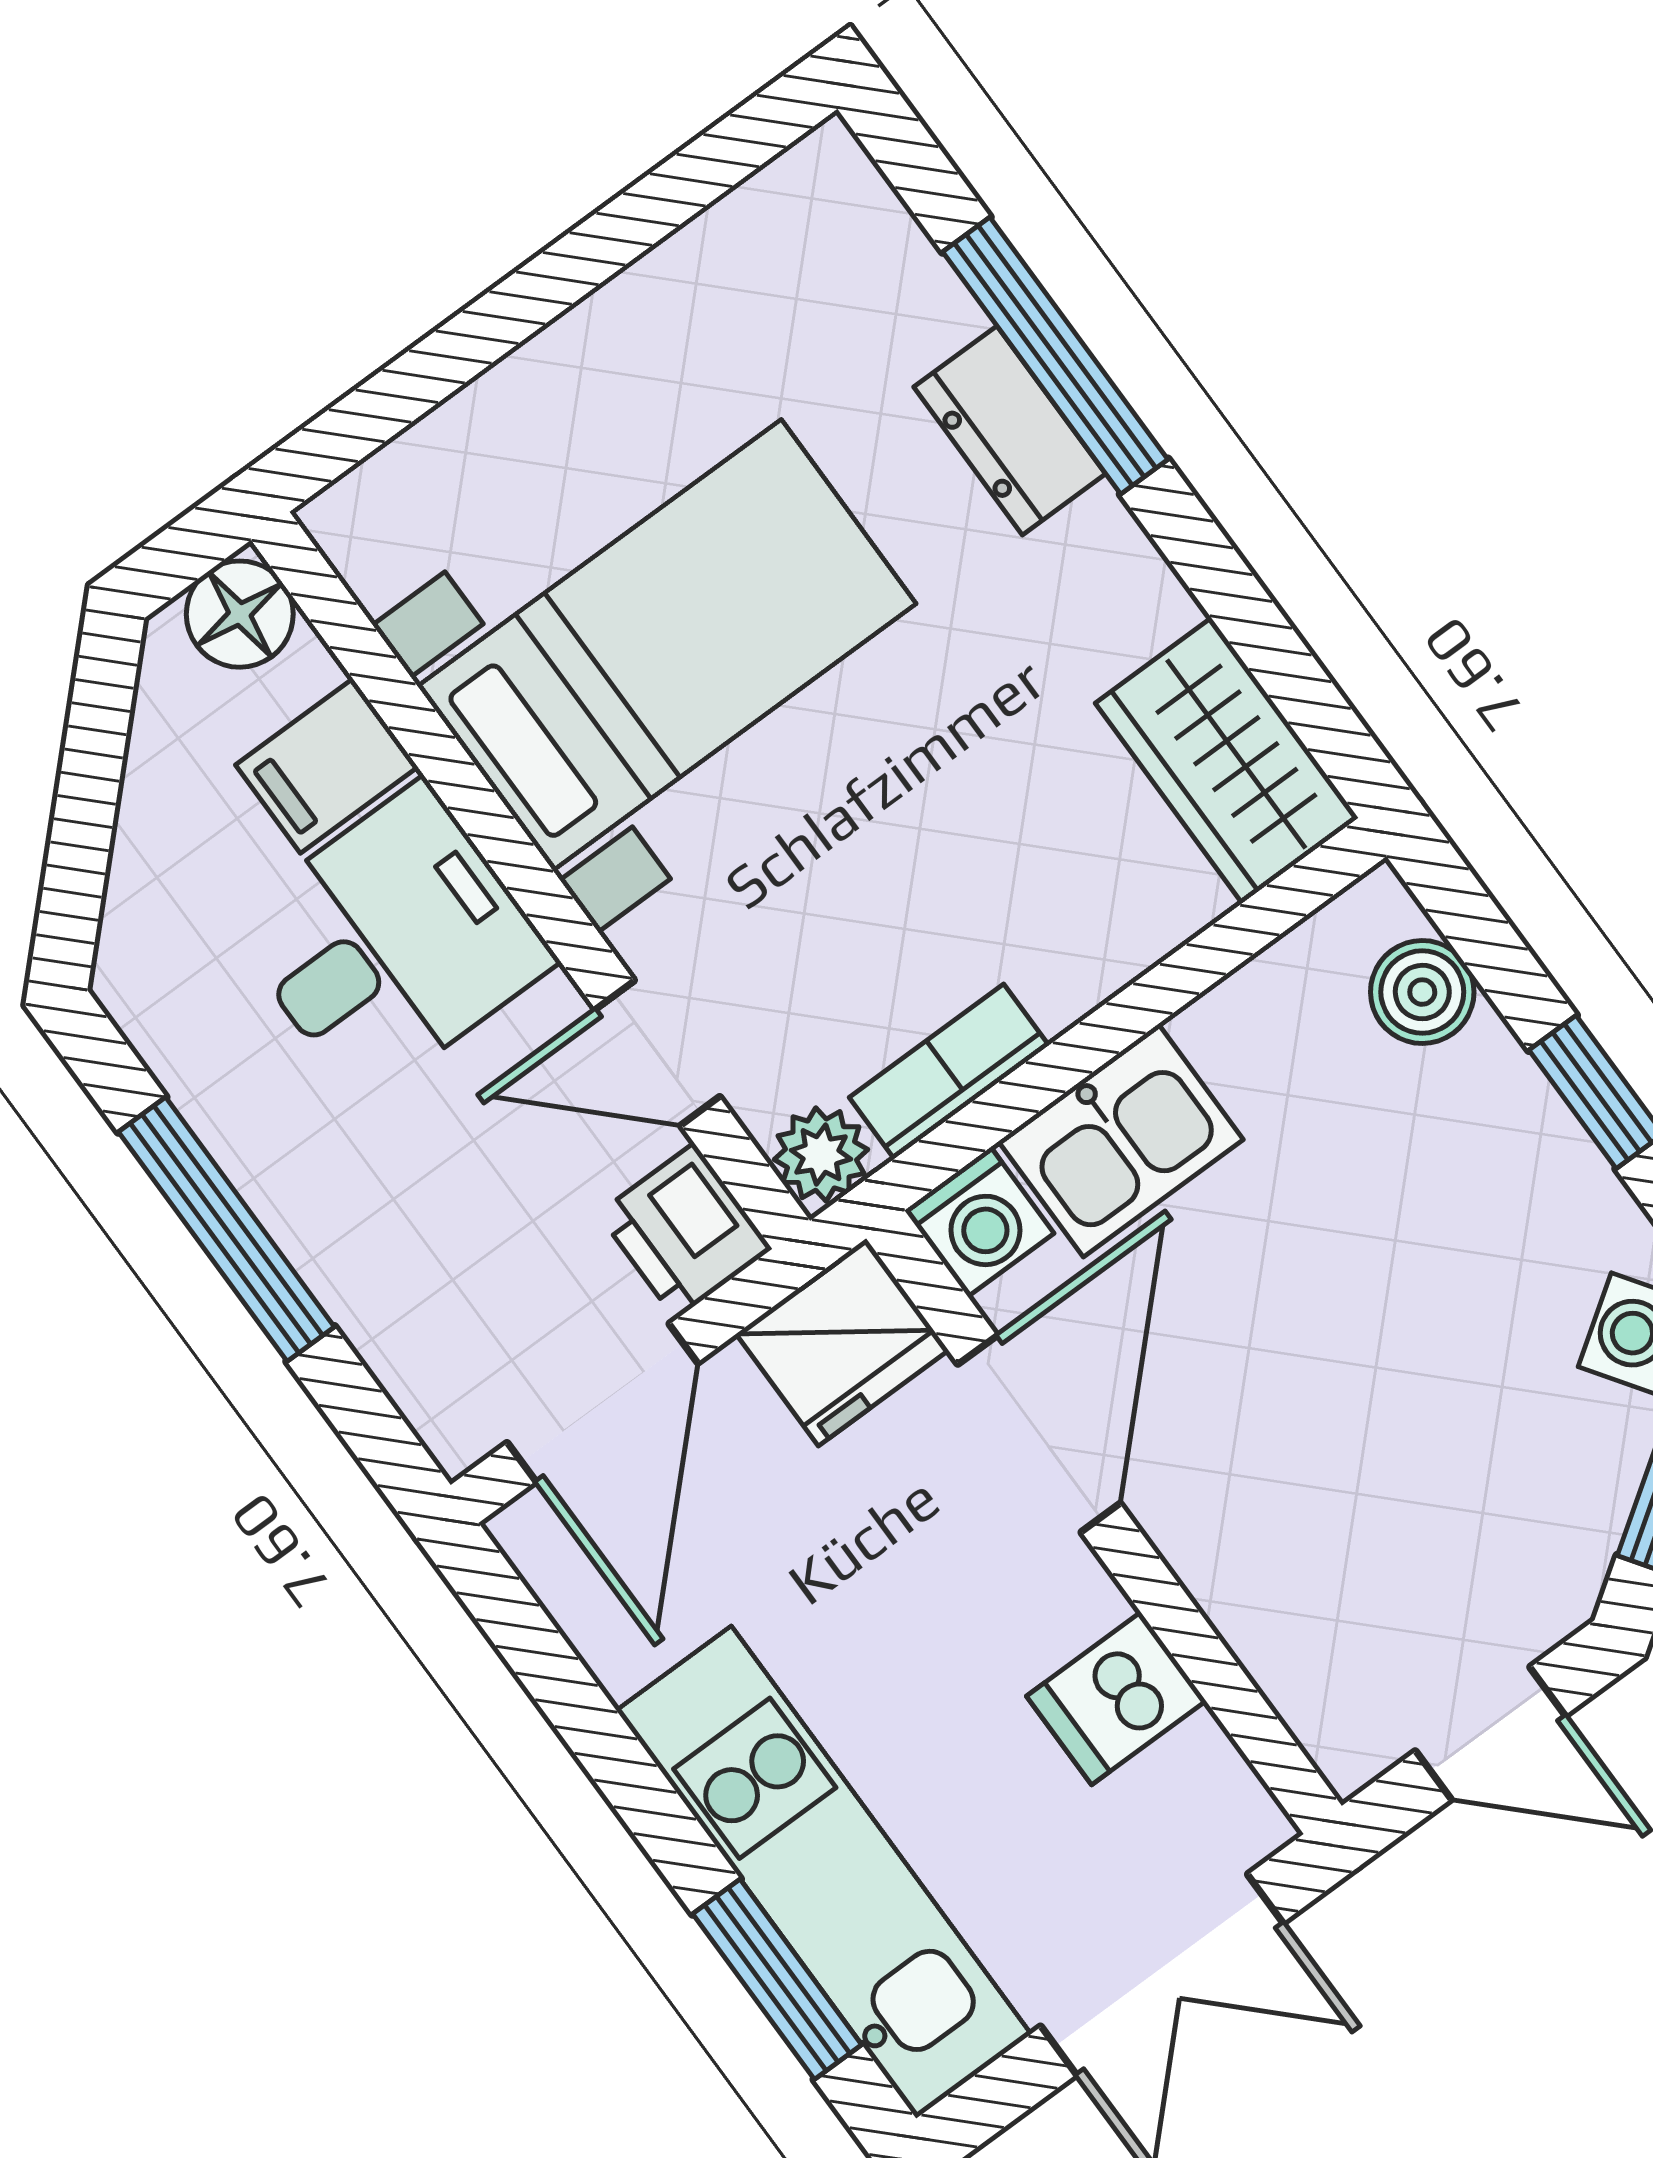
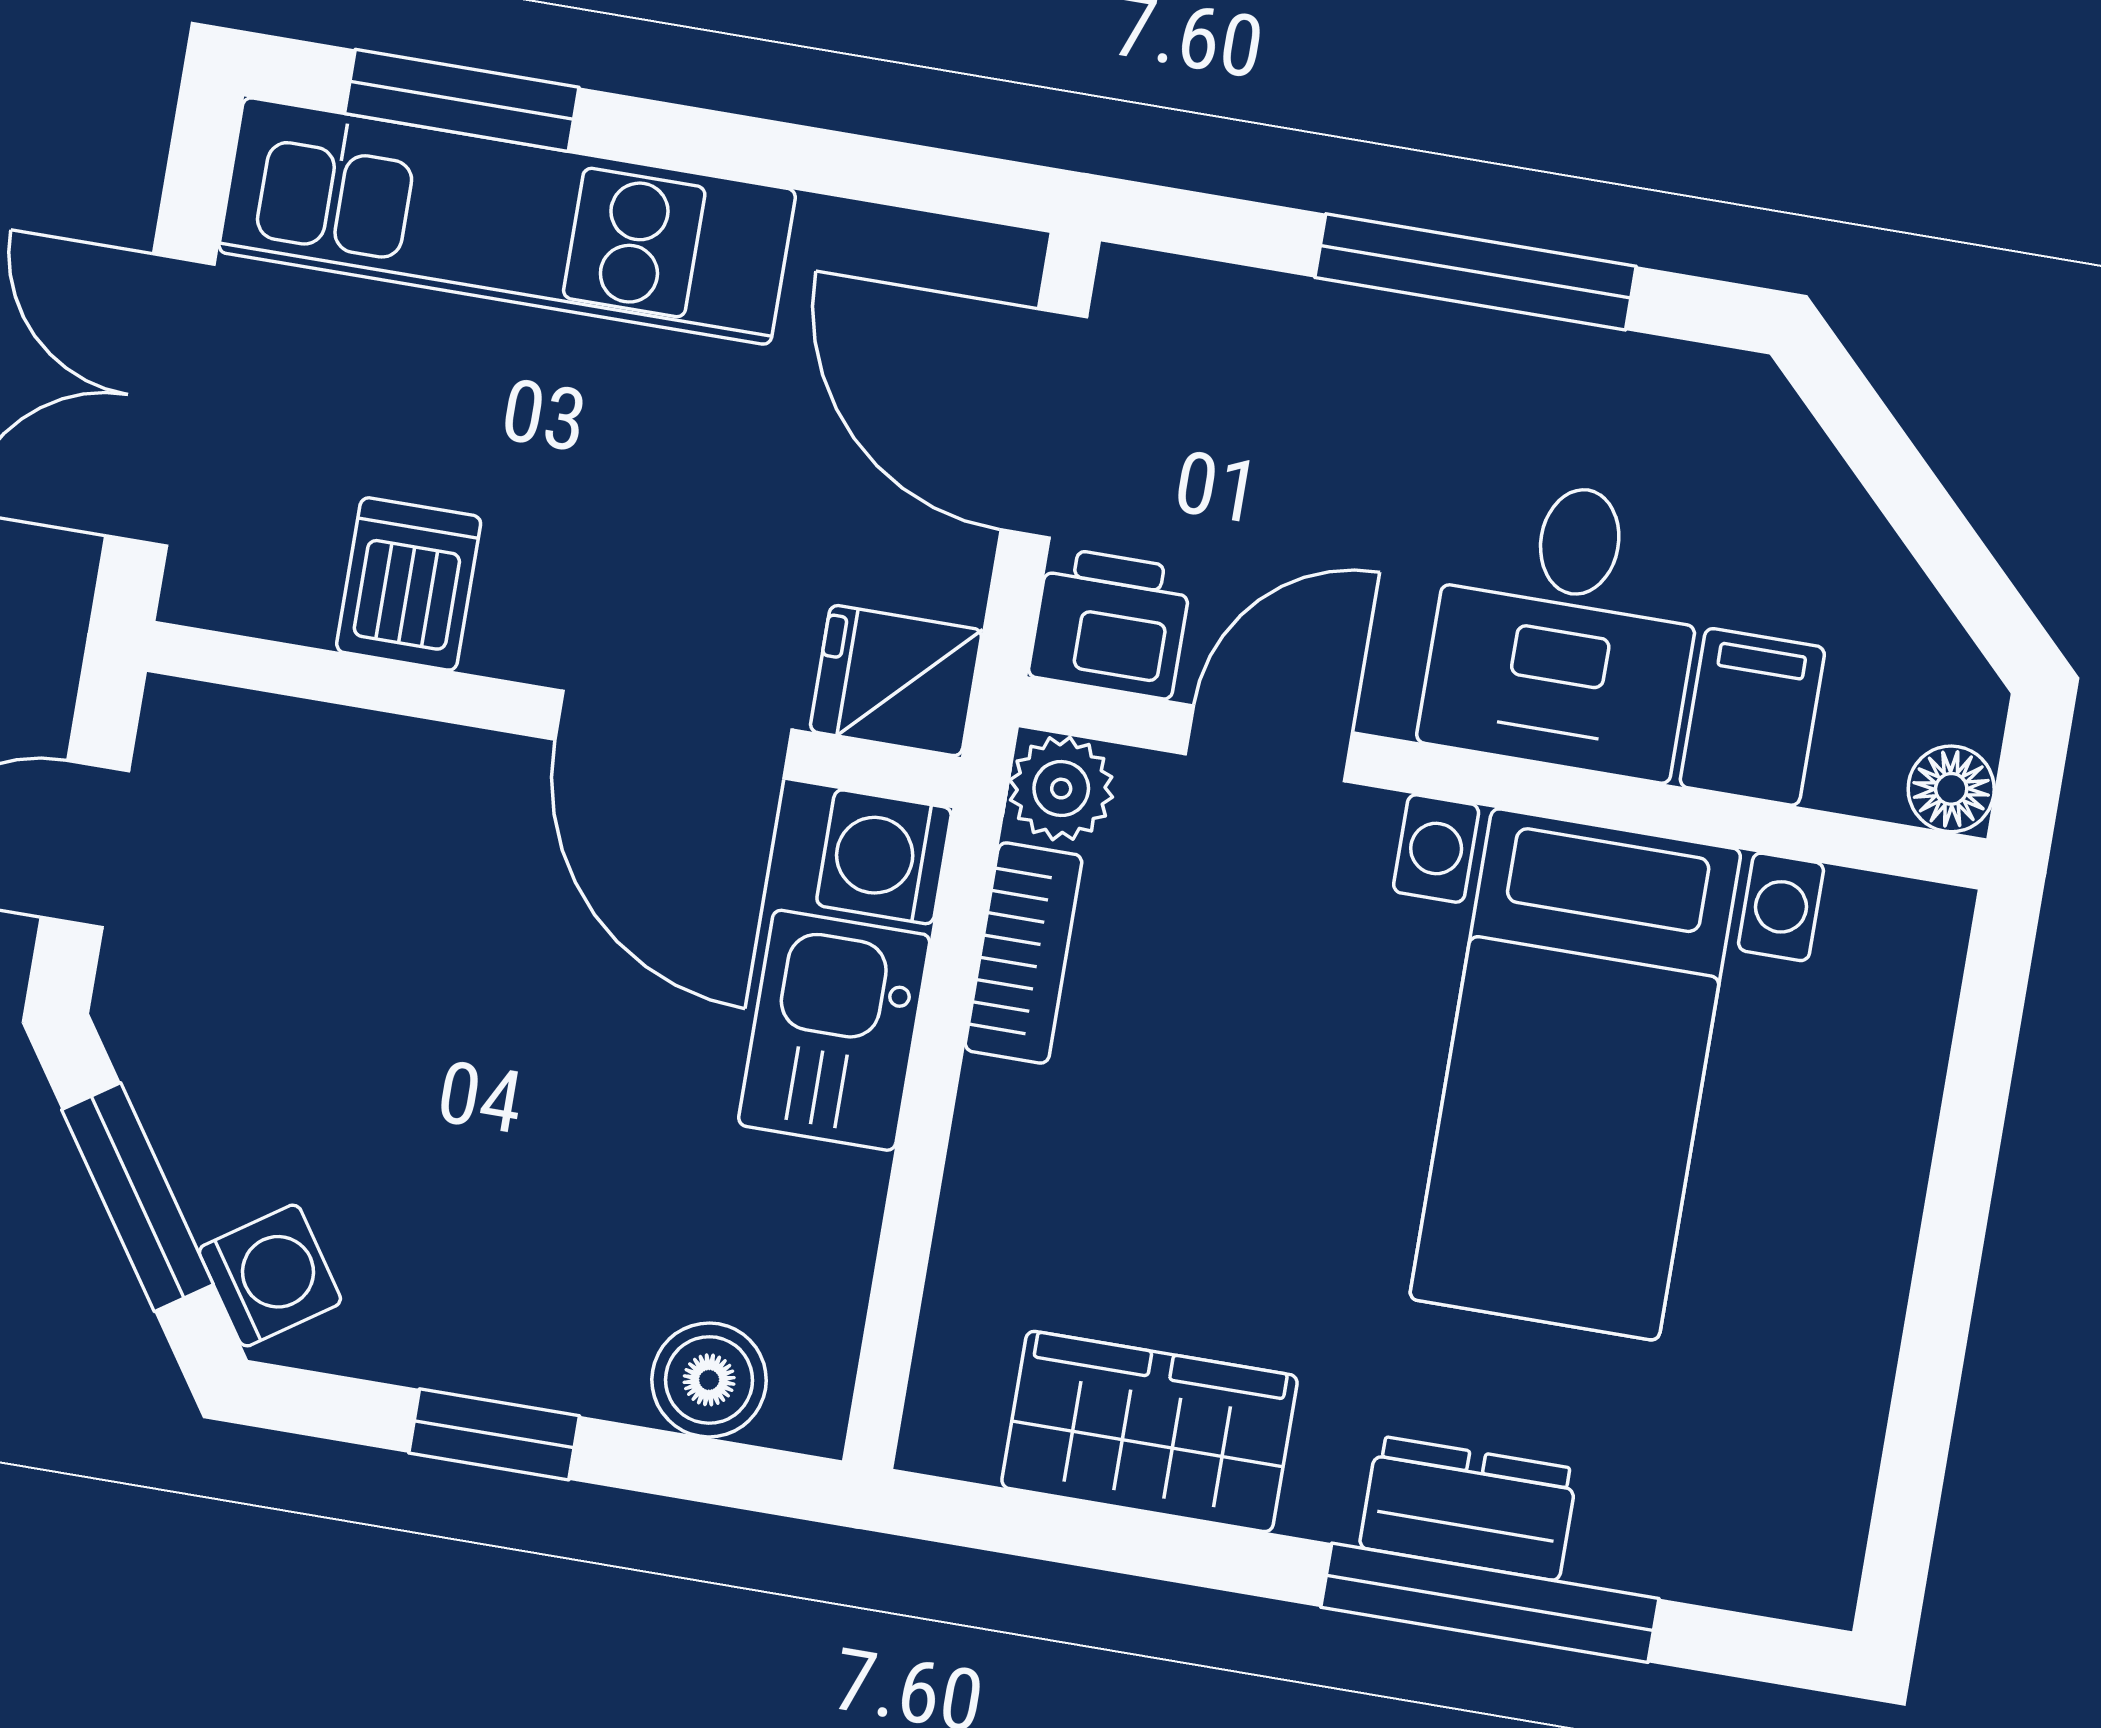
floor lamp: (240, 614) -> (1951, 789), width x0.73, depth x0.73
wardrobe: (1227, 761) -> (1150, 1431), moved
fridge: (842, 1342) -> (896, 681), width x0.72

